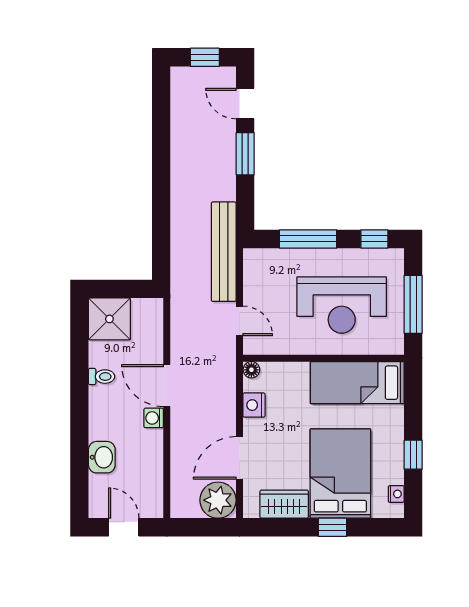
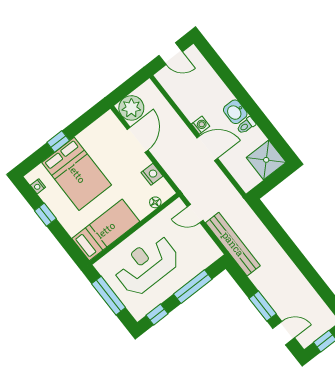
floor lamp: (251, 370) -> (155, 202), moved
washbasin: (102, 457) -> (235, 112), moved
wardrobe: (284, 504) -> (94, 134), removed

